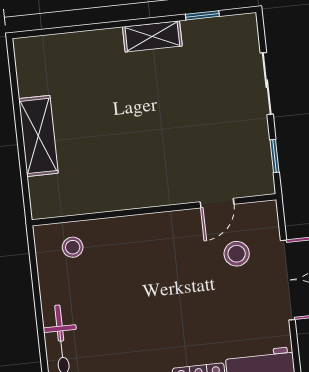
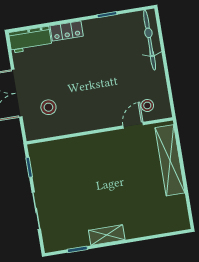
shelving: (38, 136) -> (170, 160), width x1.47
door: (217, 203) -> (133, 125), moved

